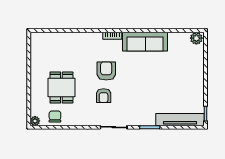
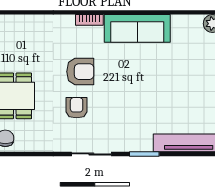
armchair: (106, 71) -> (80, 72), turned 90
armchair: (104, 96) -> (77, 108), turned 180

